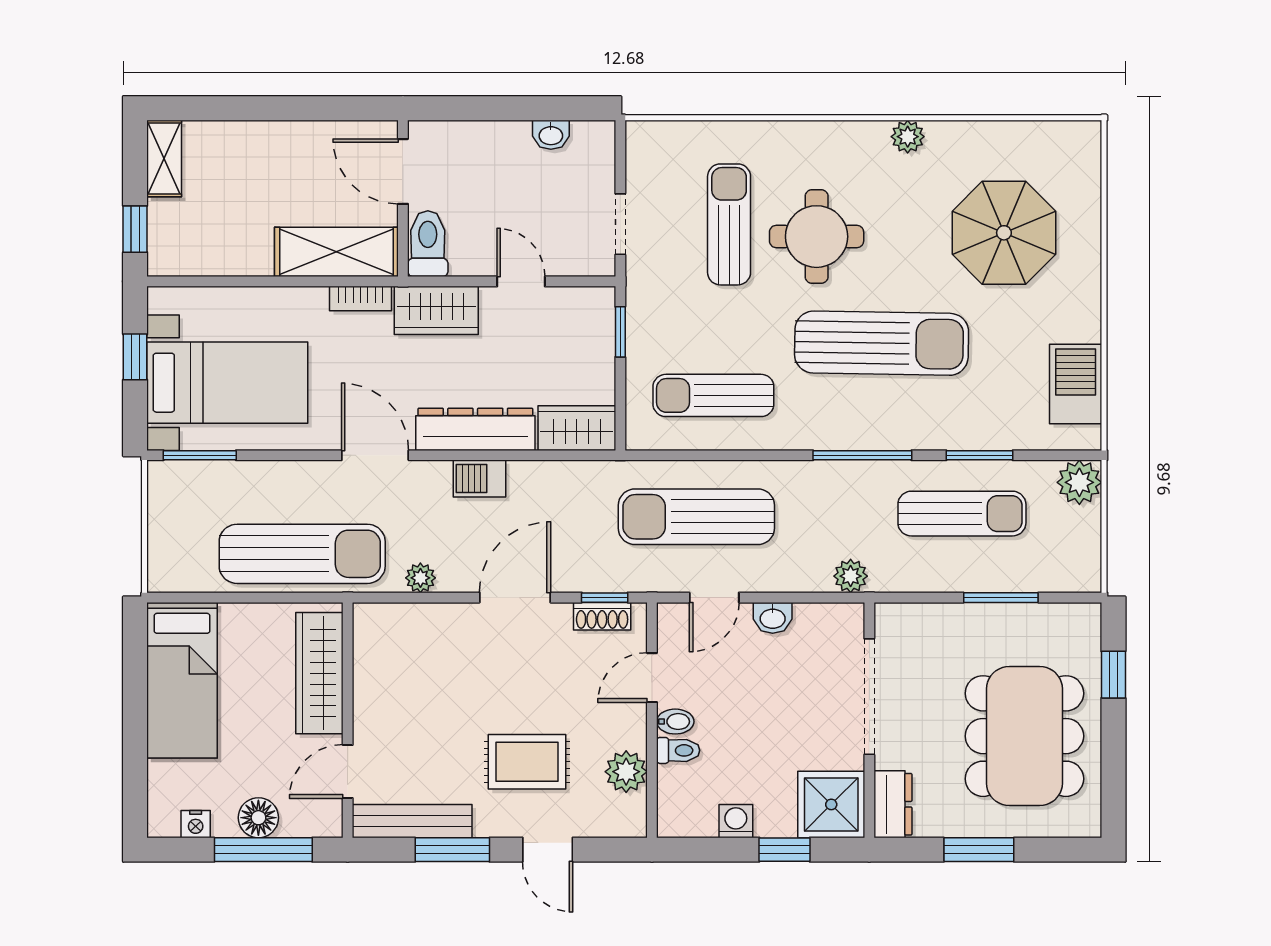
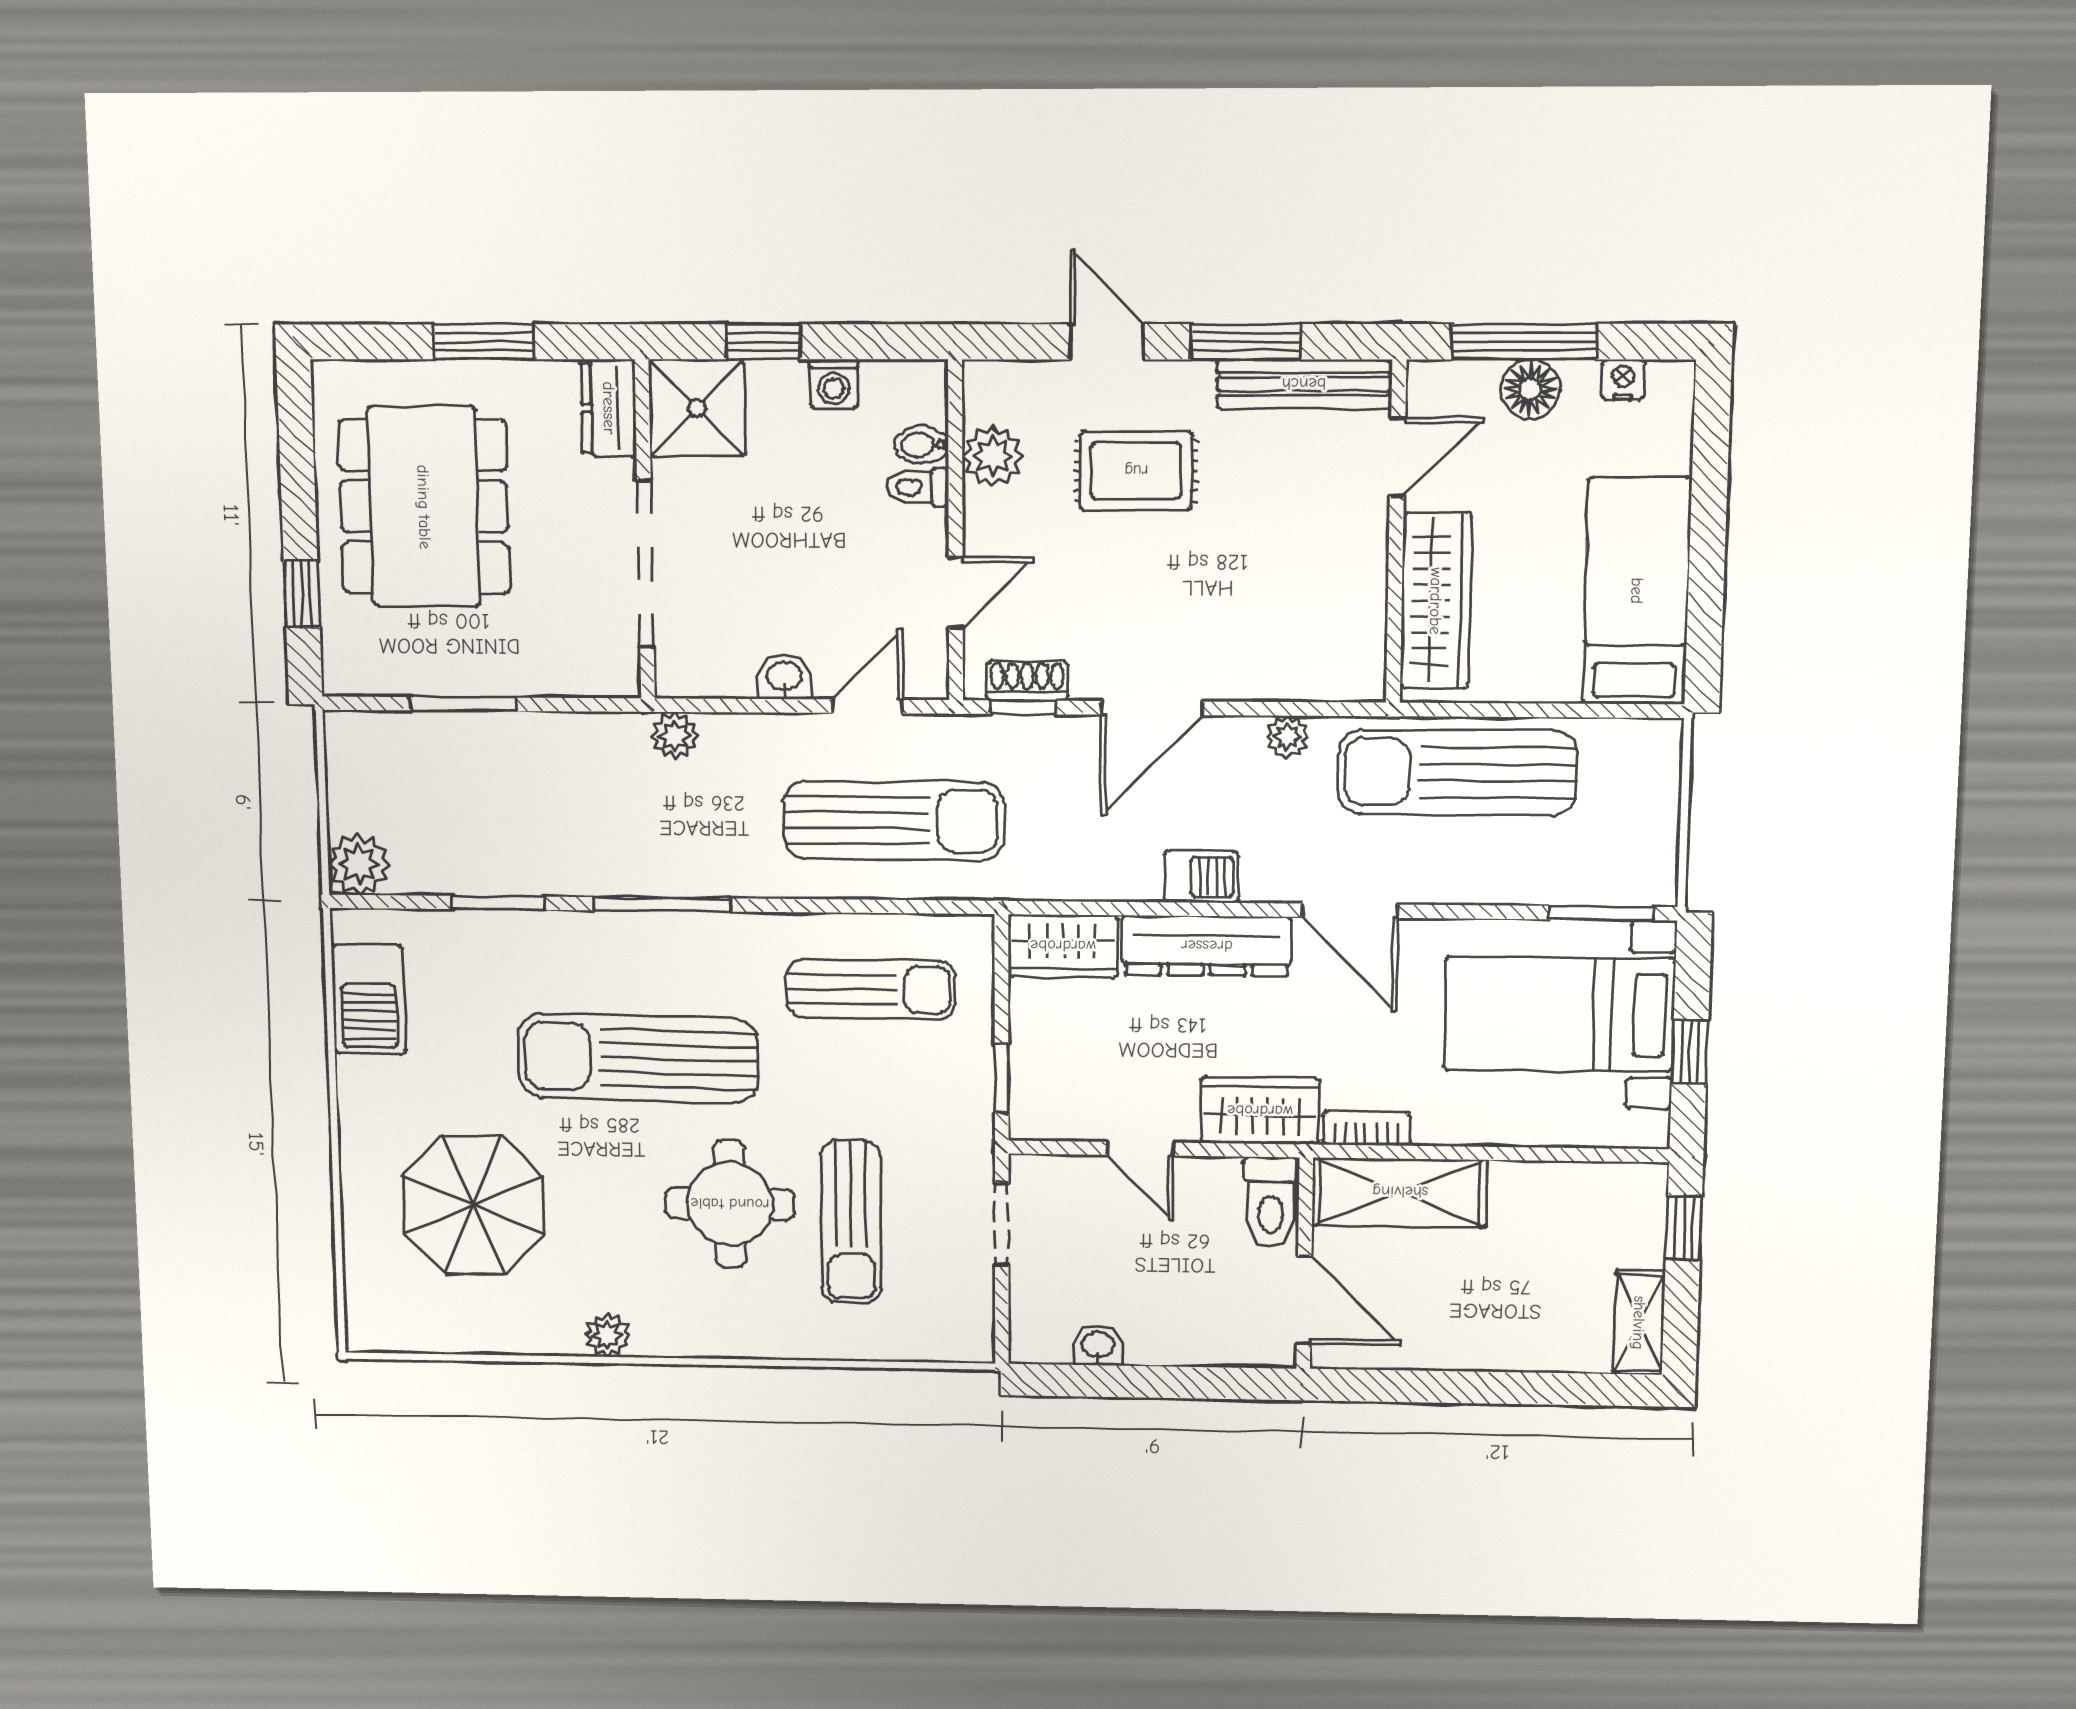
sun lounger: (962, 514) -> (521, 822), removed
bidet: (675, 722) -> (922, 445), moved

